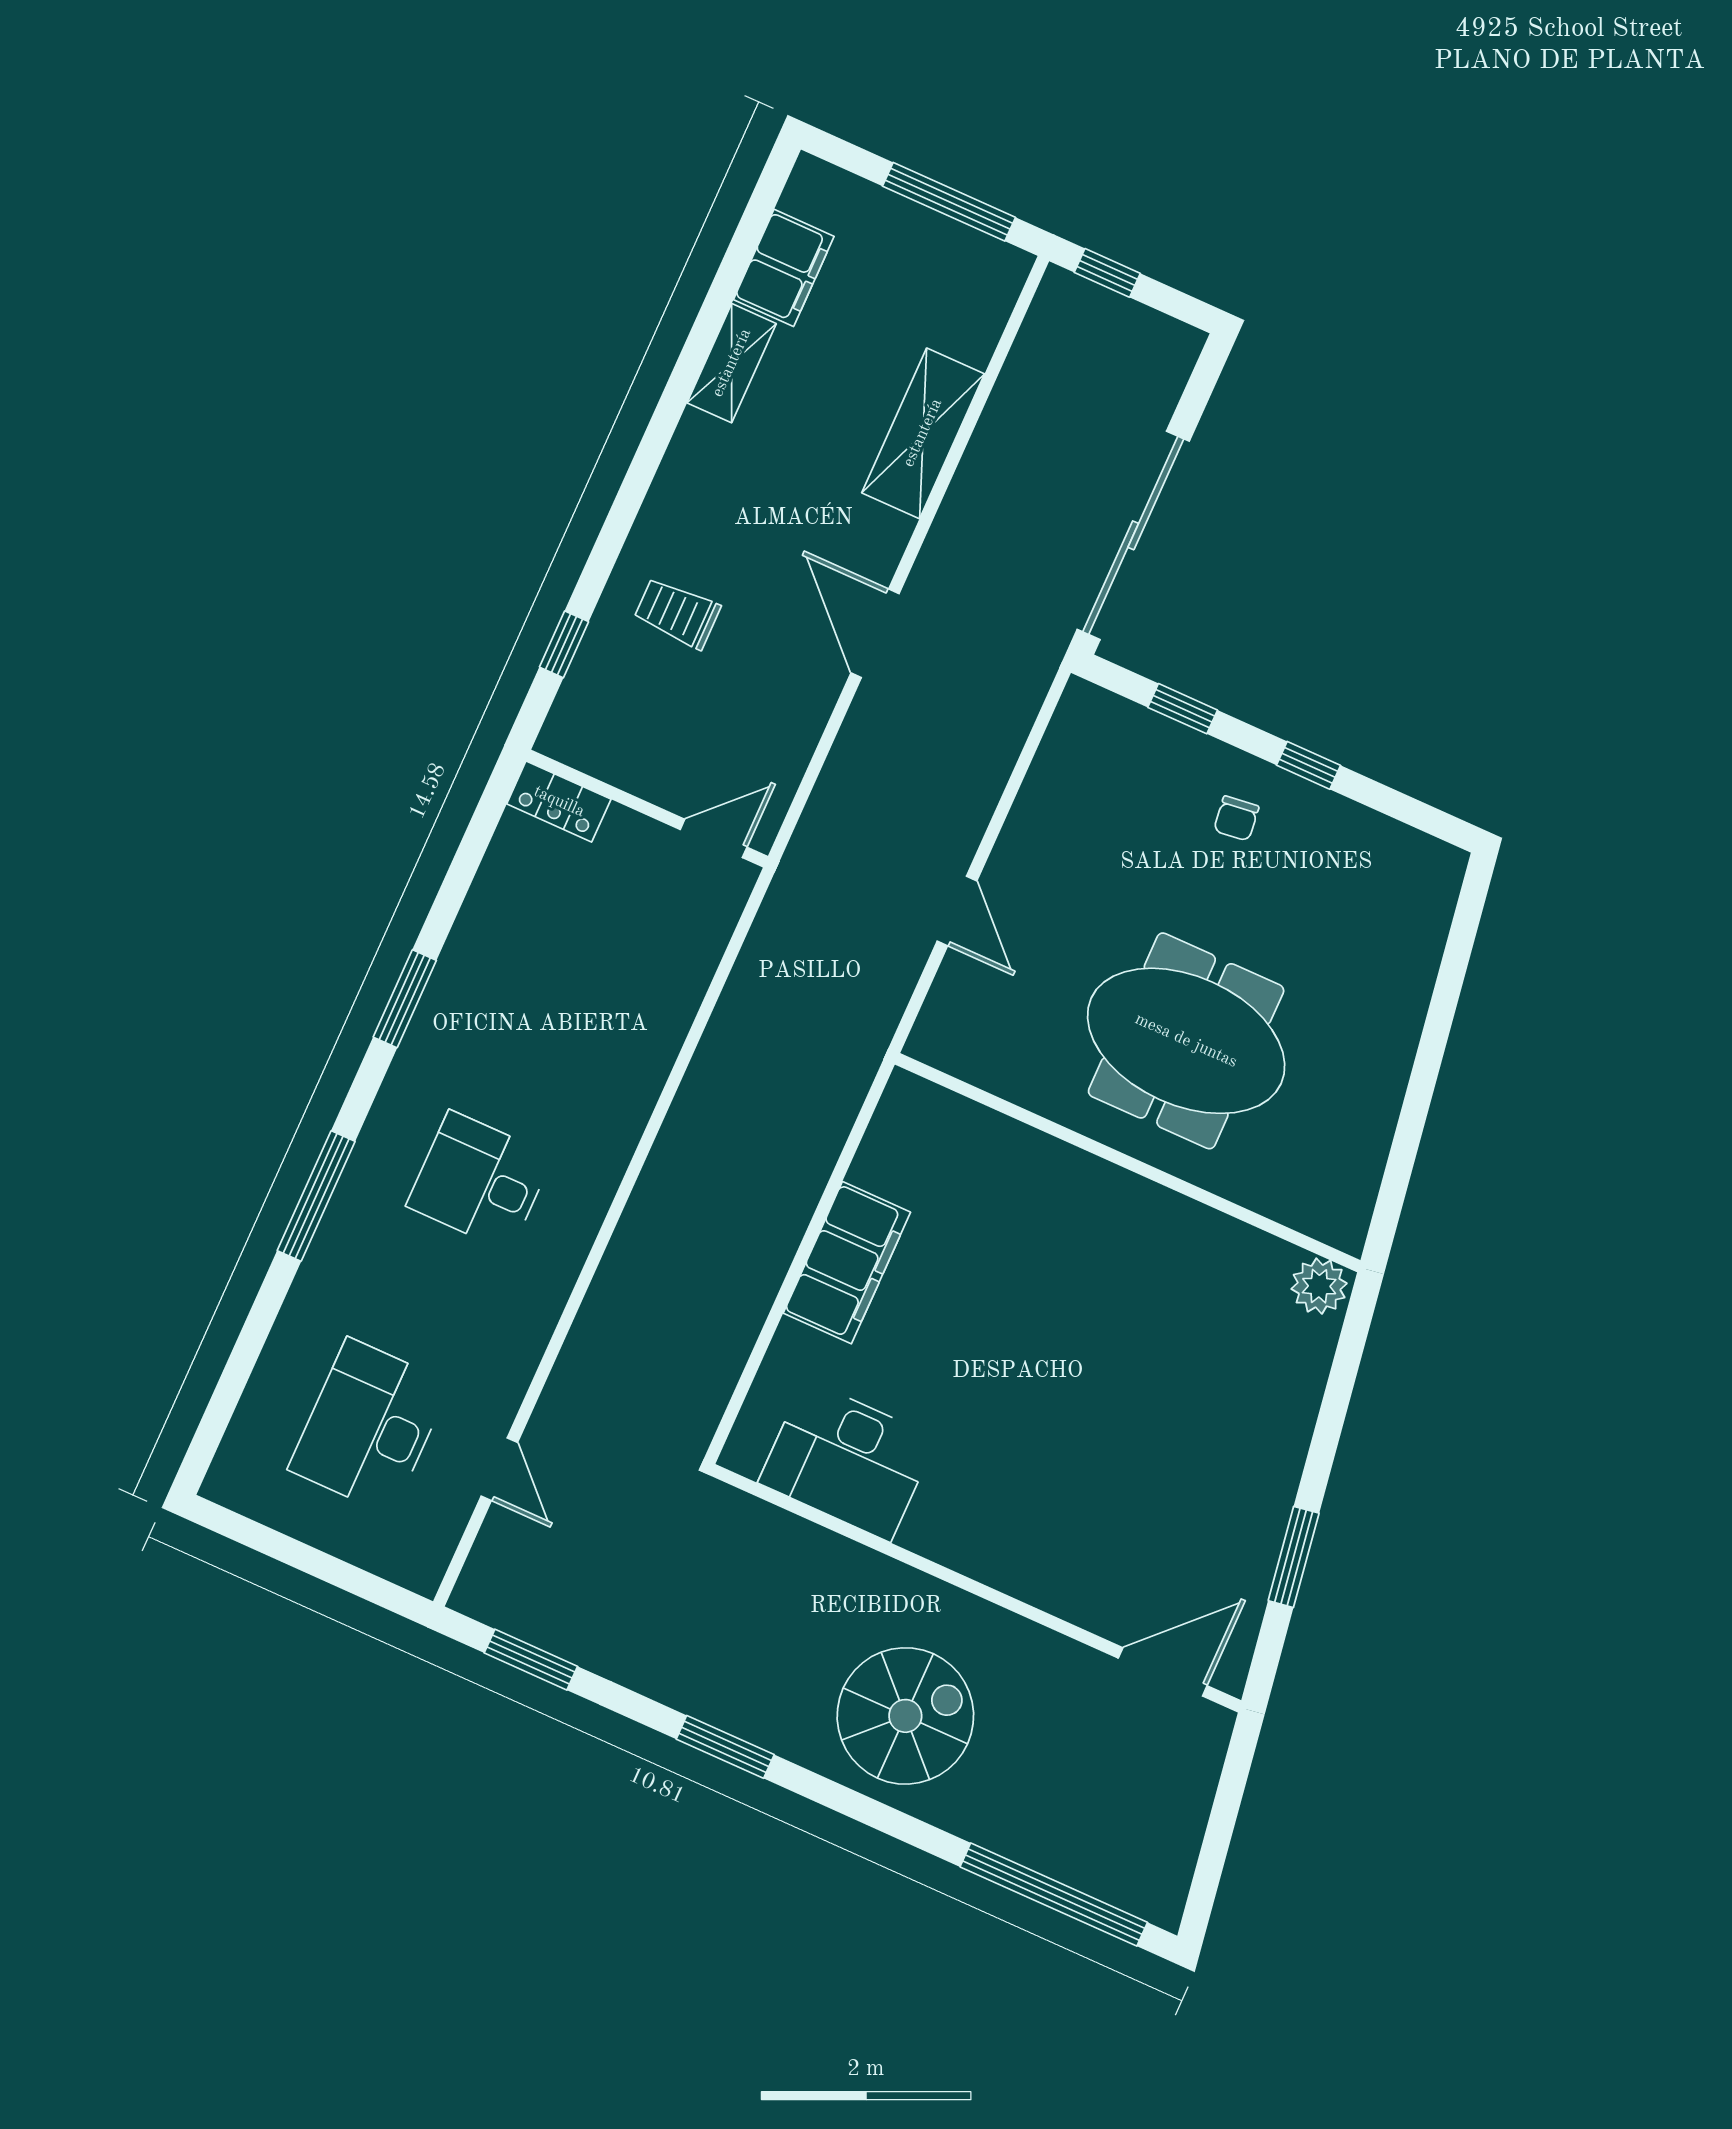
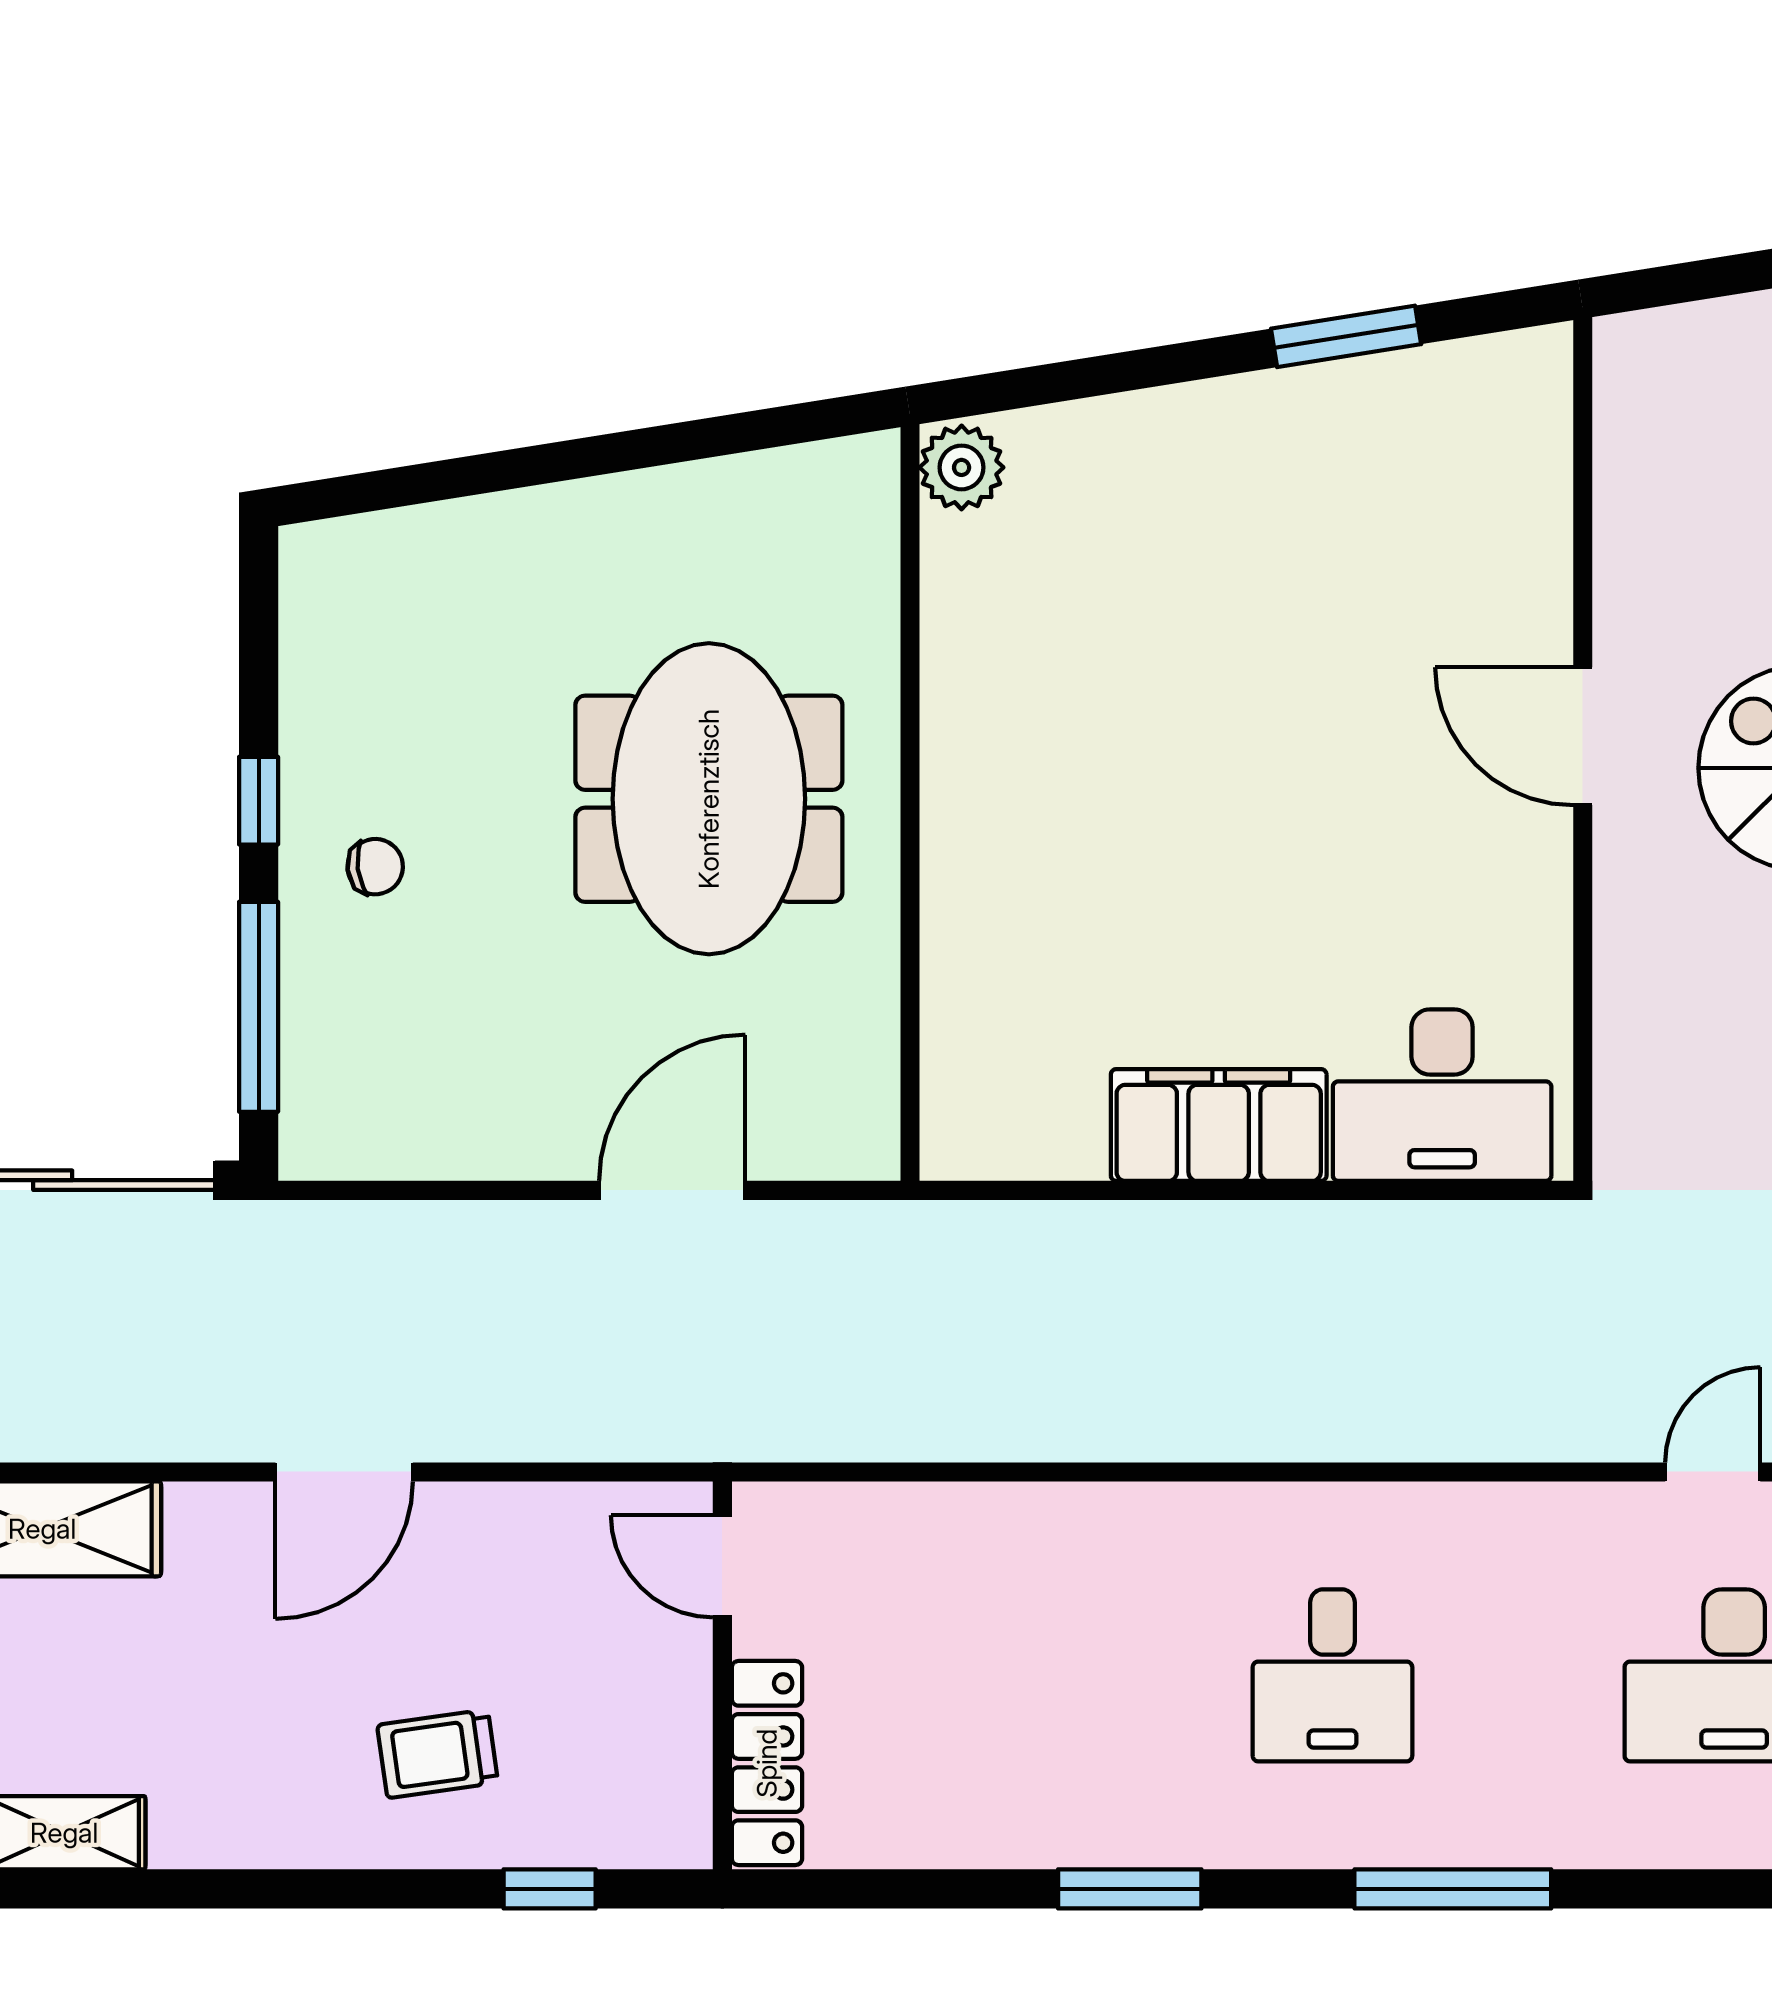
trolley: (677, 613) -> (438, 1754), turned 82
window: (1183, 709) -> (259, 1007), width x2.17
locker: (559, 802) -> (767, 1763), width x1.53
door: (957, 911) -> (672, 1190), width x1.38
desk: (848, 1460) -> (1442, 1095), moved, turned 90
door: (1163, 1672) -> (1583, 736), moved

